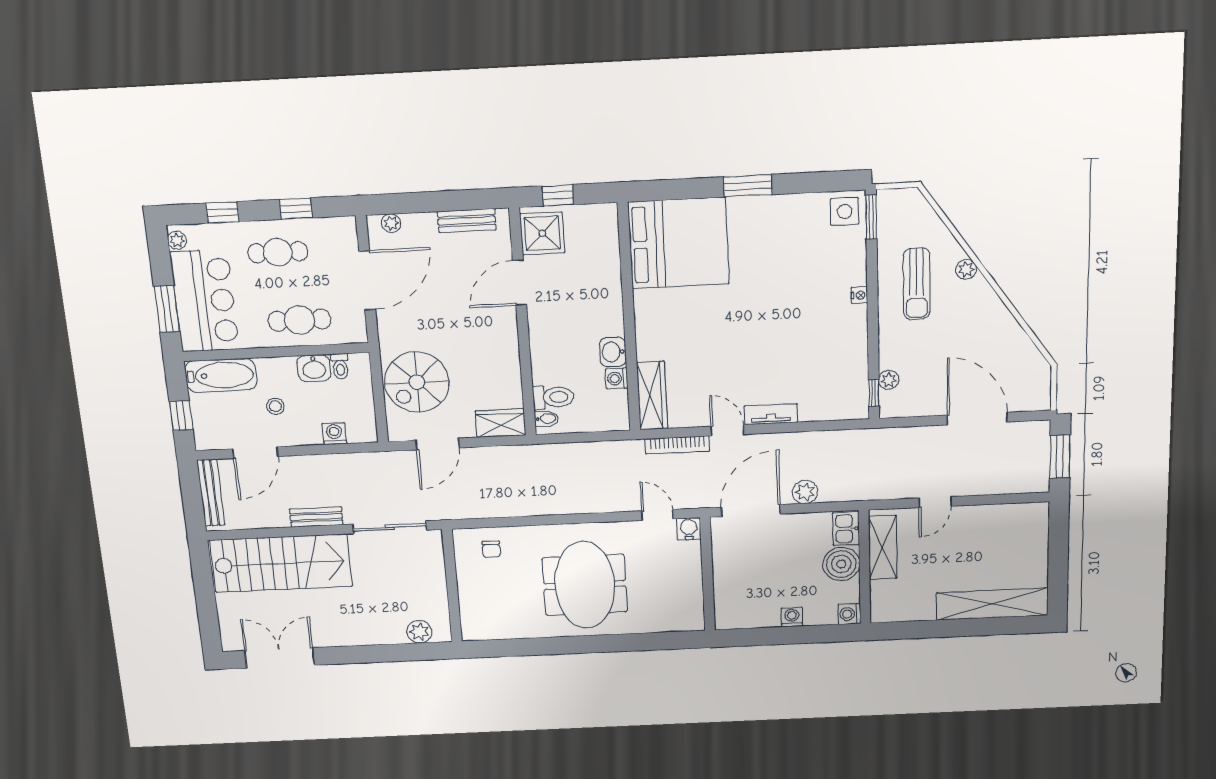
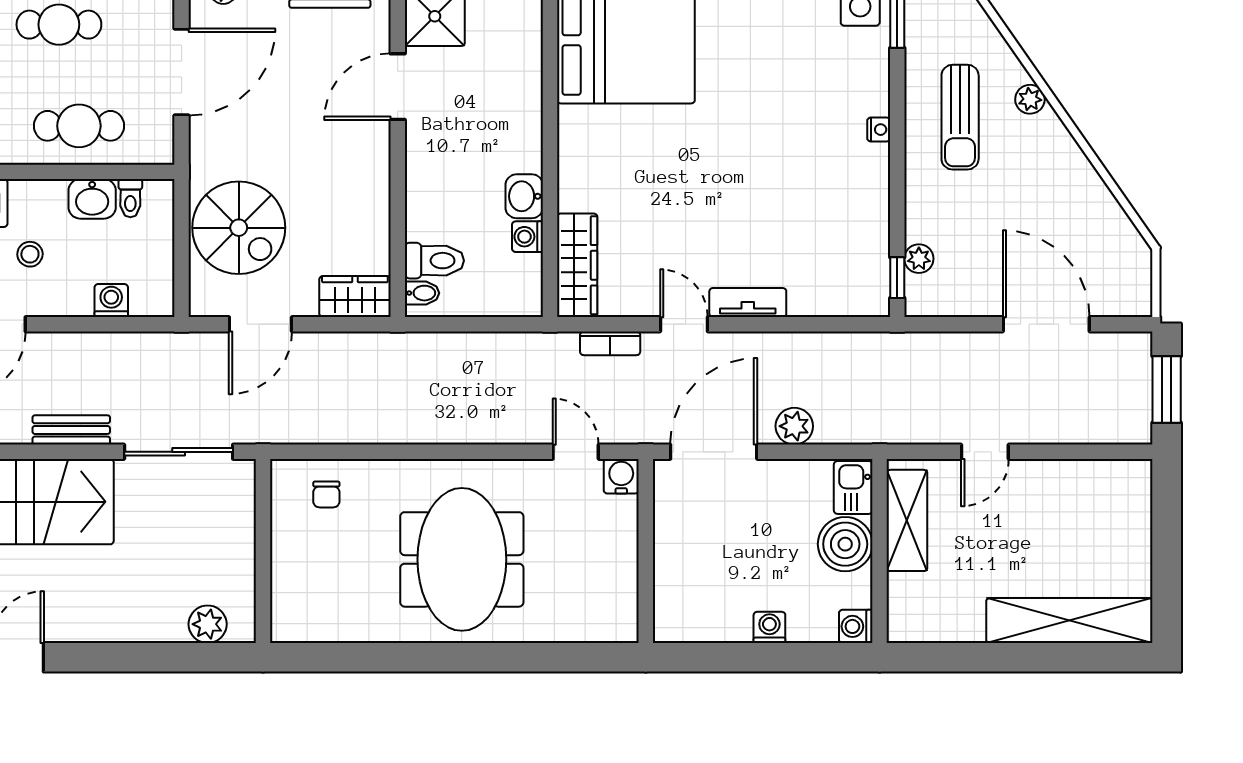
spiral stairs: (417, 382) -> (239, 228), turned -90
bookcase: (677, 445) -> (610, 343), width x0.64

